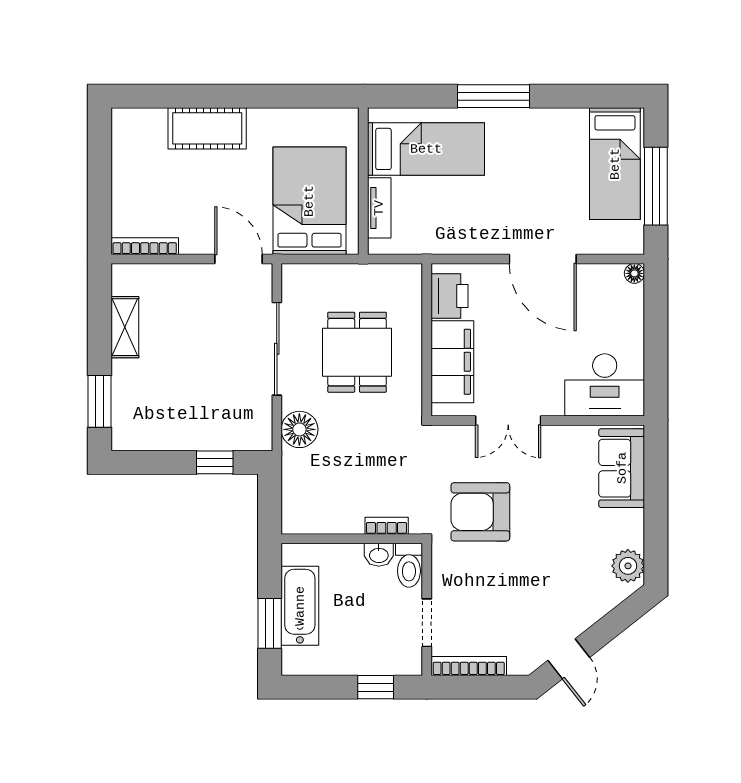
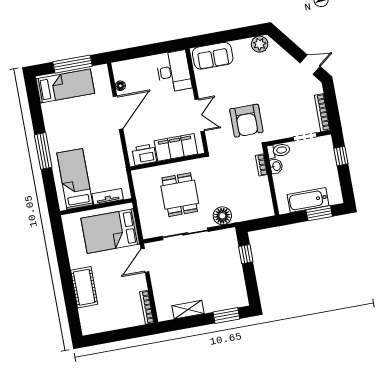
floor lamp: (634, 273) -> (120, 86), moved
dining table: (357, 352) -> (180, 195), turned 90

